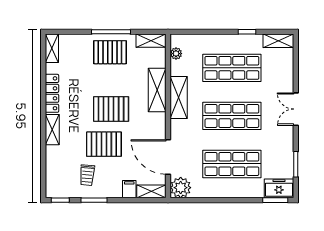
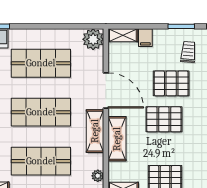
door: (168, 157) -> (106, 90), moved

